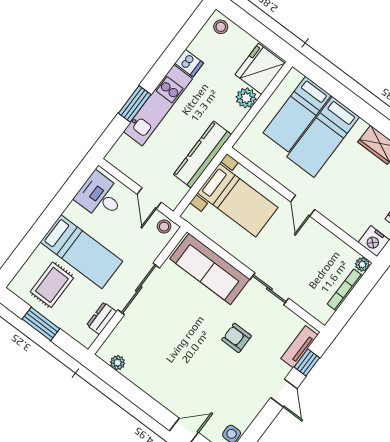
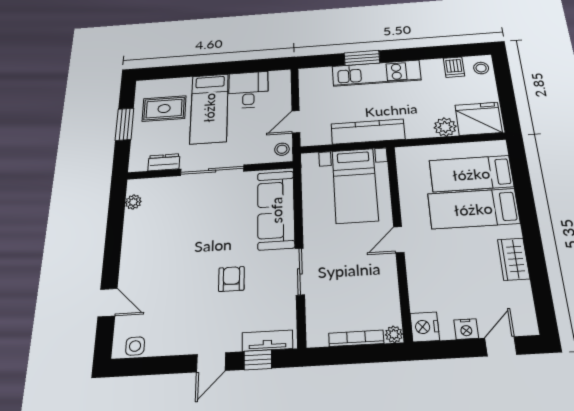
dishwasher: (189, 63) -> (454, 67), moved
desk: (100, 196) -> (248, 90), moved

